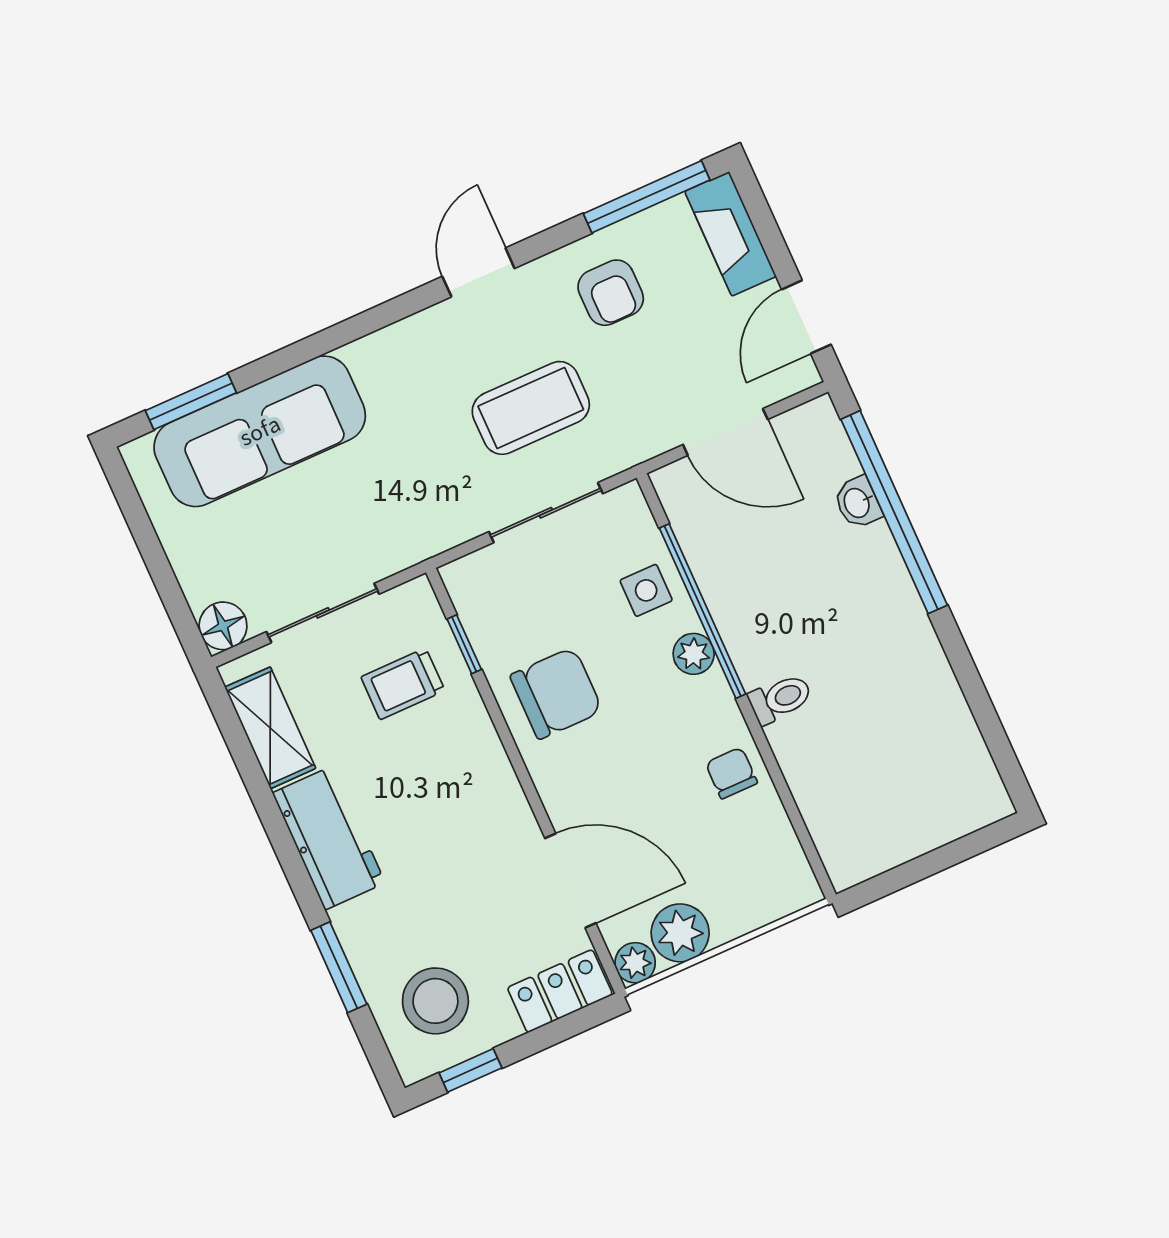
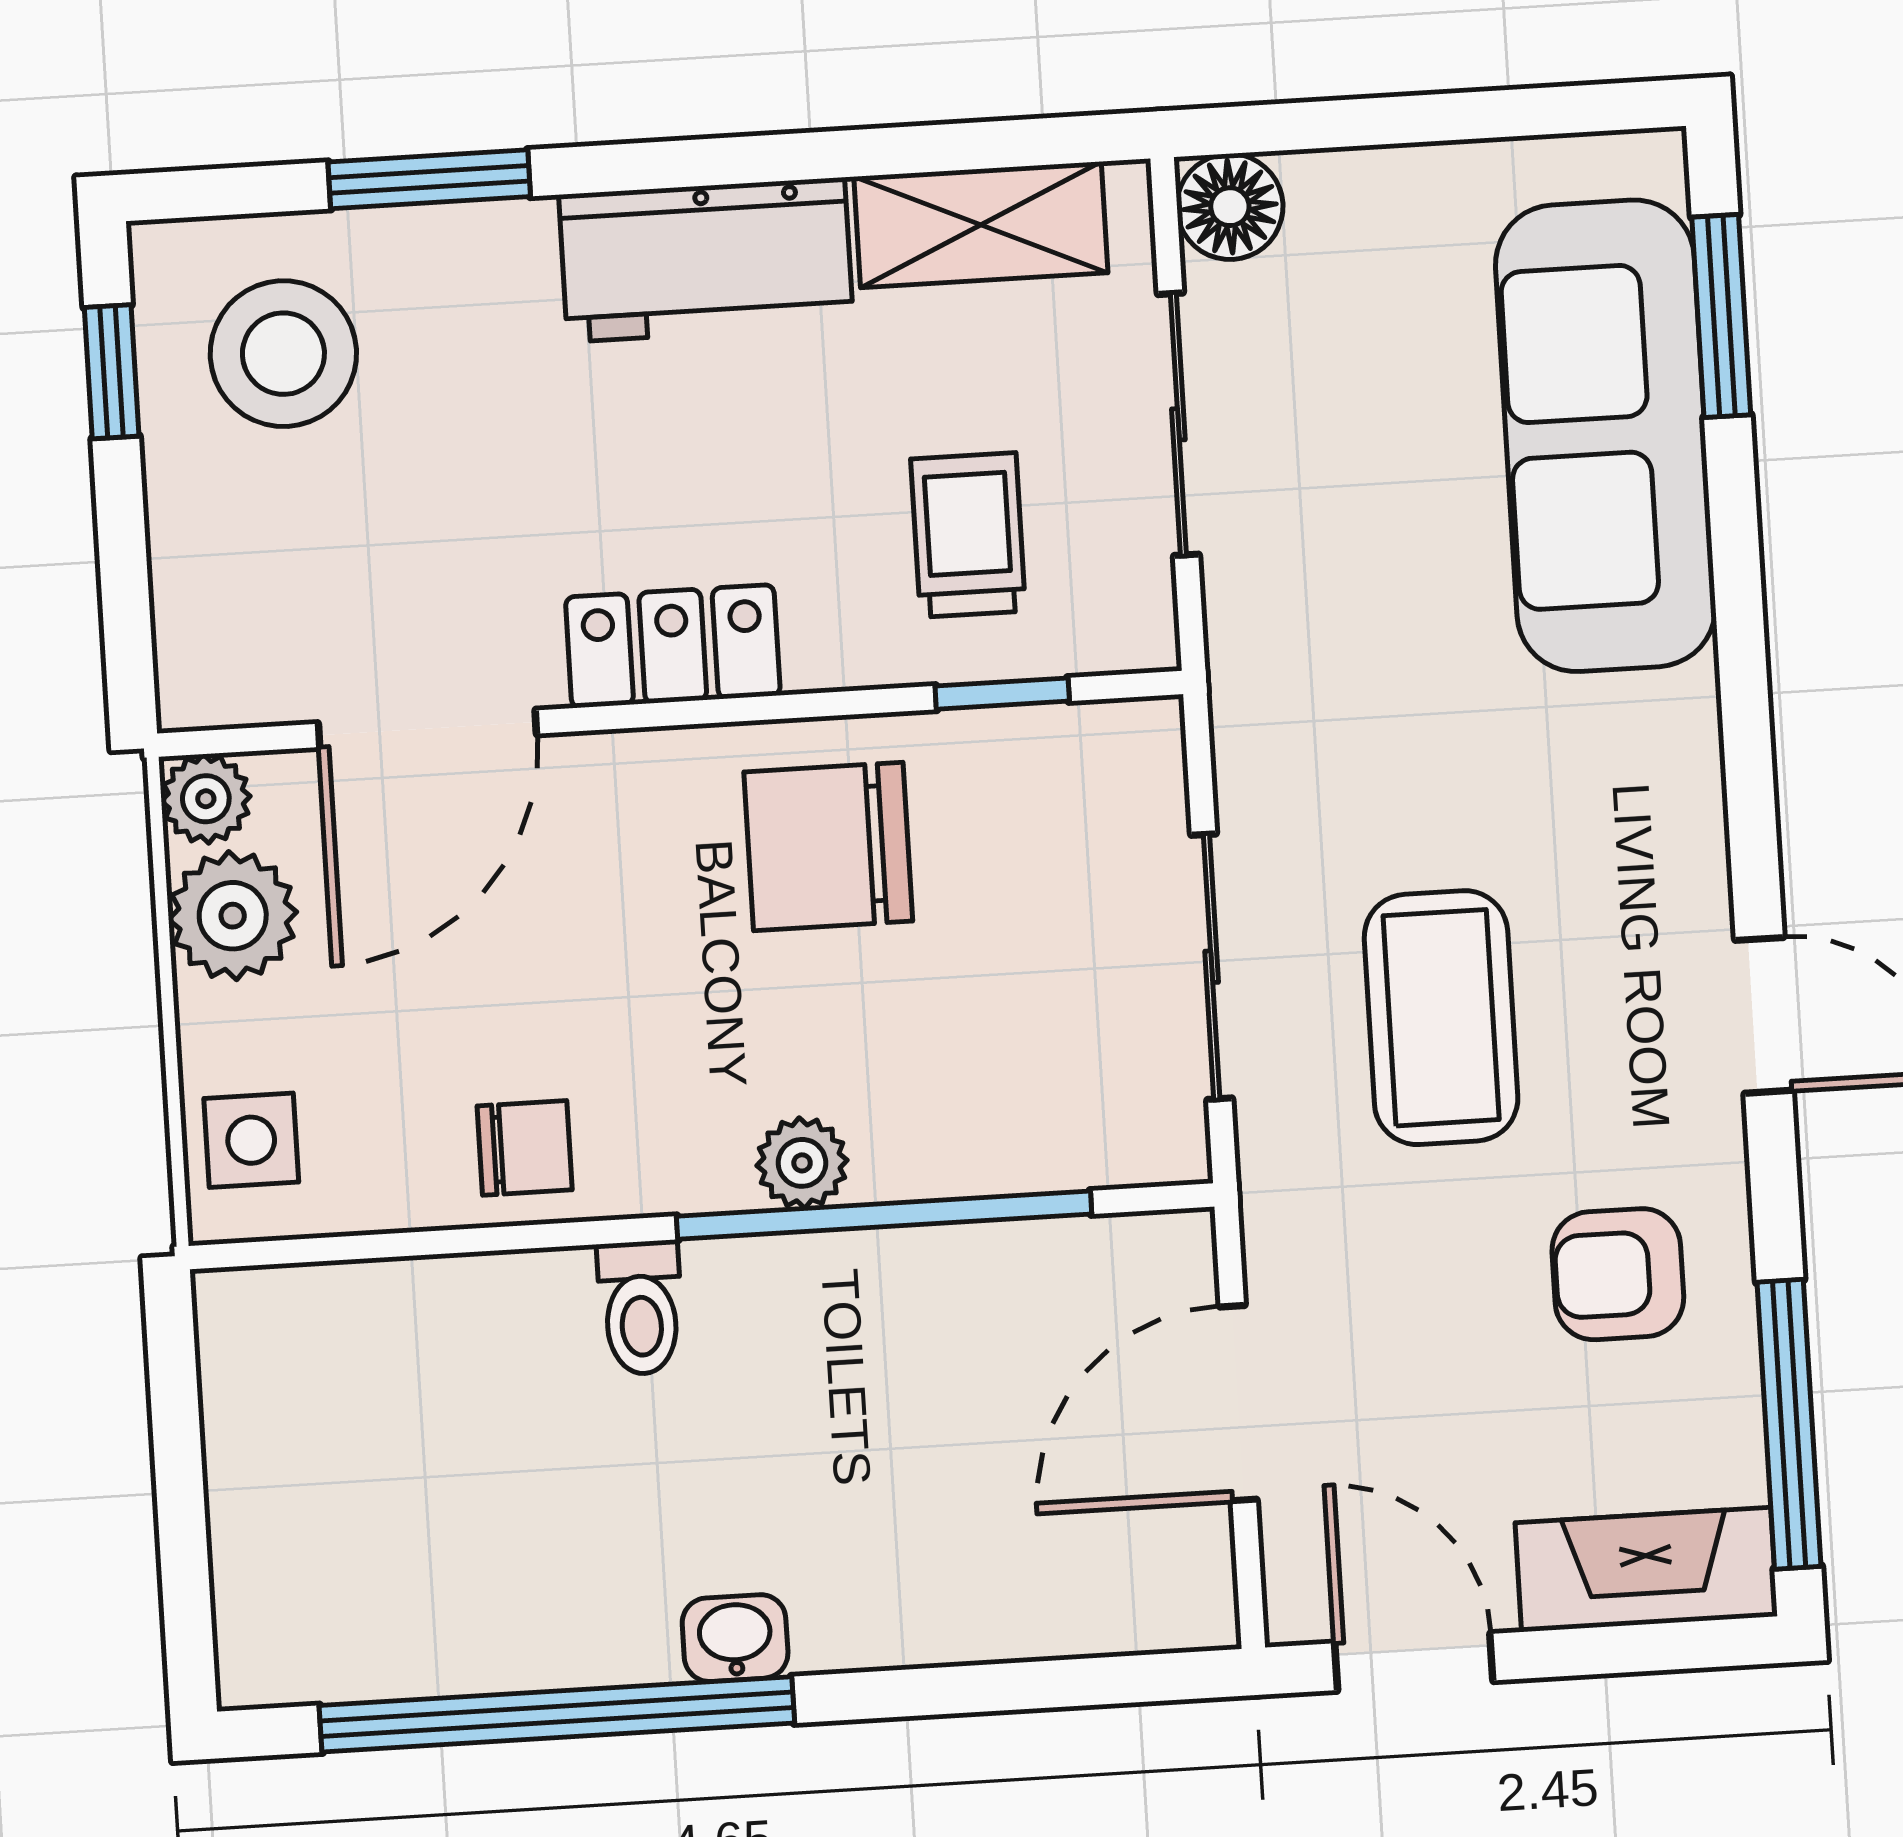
washbasin: (858, 503) -> (735, 1638), moved
window: (894, 512) -> (557, 1714), moved
side table: (646, 590) -> (251, 1140), moved
chair: (556, 693) -> (828, 846), turned 90
locker: (560, 991) -> (673, 646), moved, turned -90

